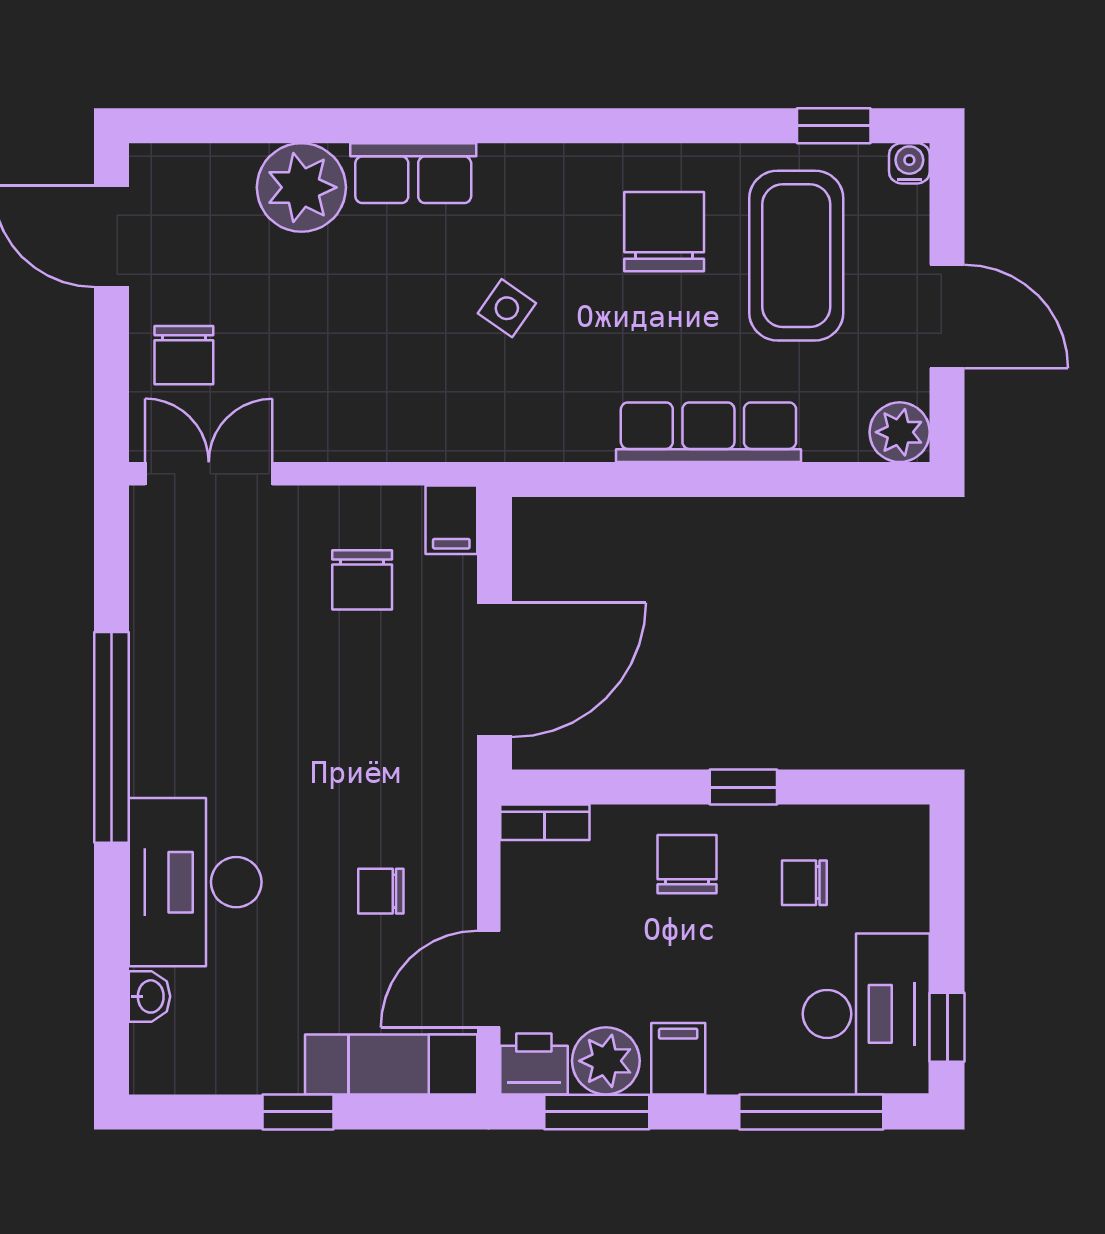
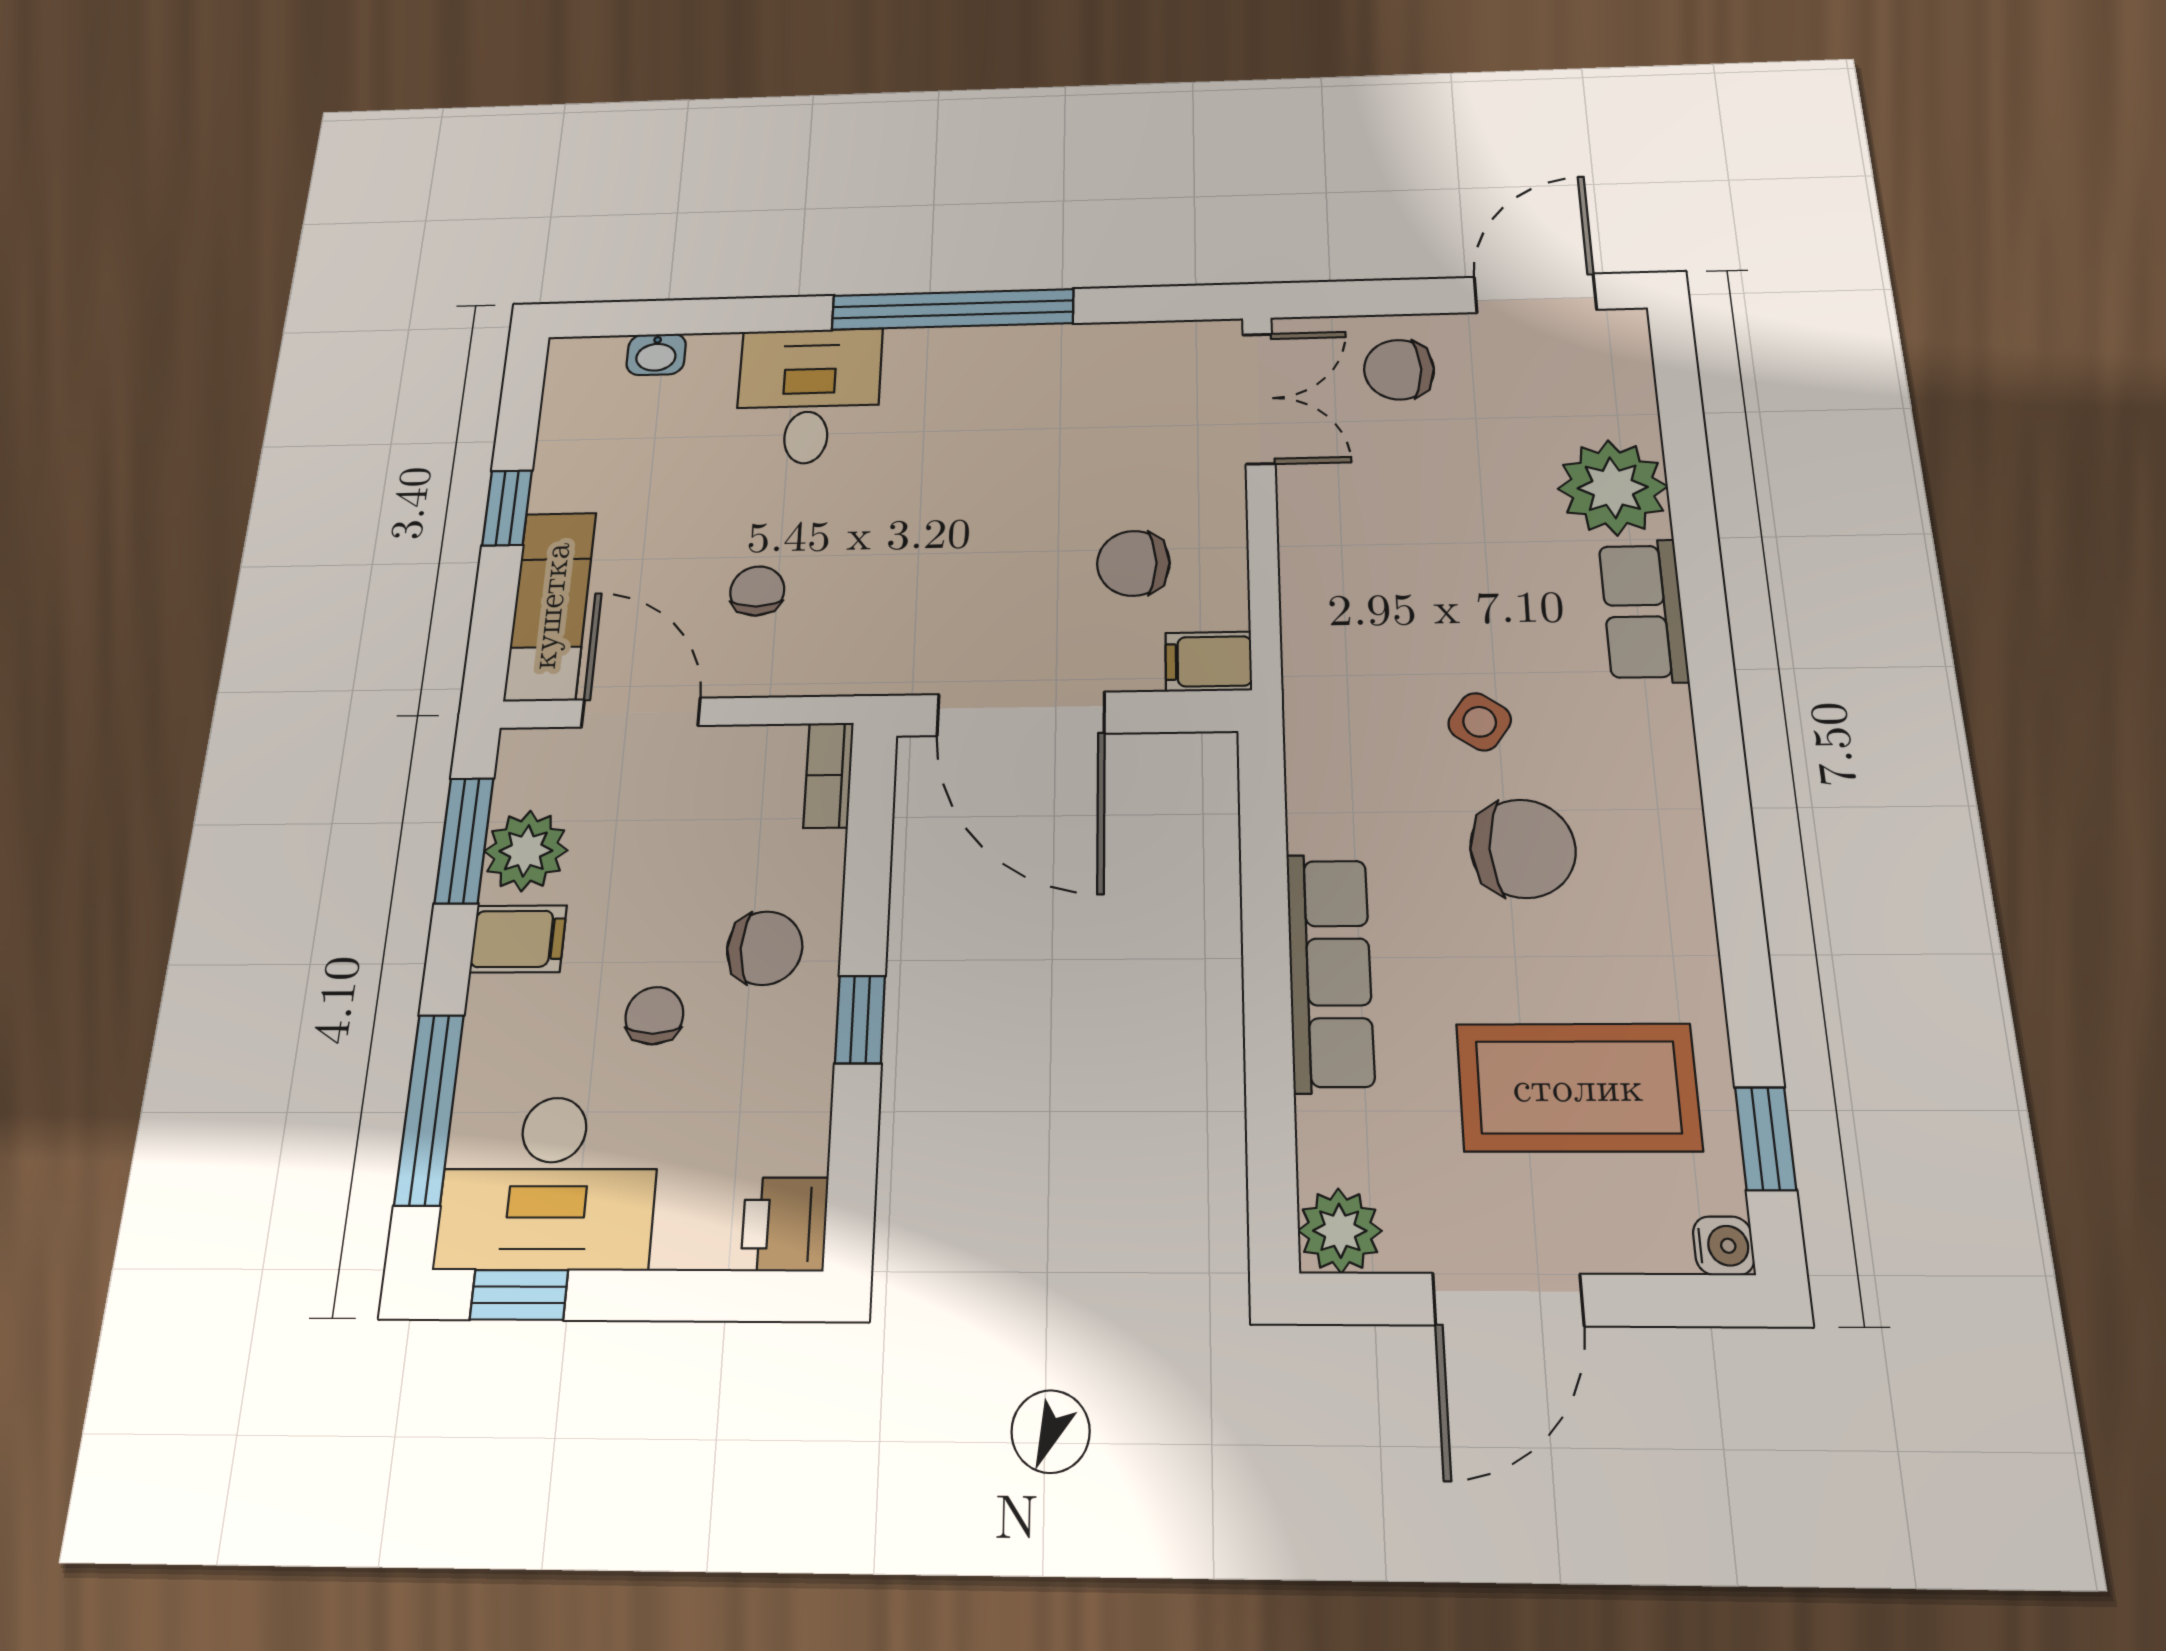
chair: (664, 232) -> (1523, 849), moved
desk: (195, 882) -> (809, 396), width x0.73
chair: (804, 883) -> (654, 1016), moved
printer: (534, 1064) -> (785, 1224), moved, turned 180

